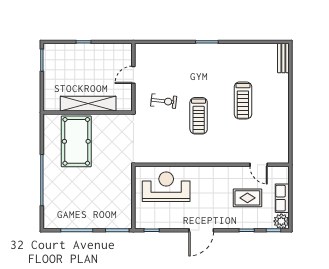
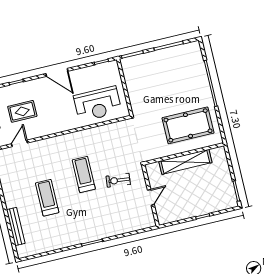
bench: (283, 58) -> (16, 227), moved, width x1.36
pool table: (76, 141) -> (188, 125), turned 90
door: (259, 165) -> (19, 143), hinge flipped
door: (201, 230) -> (57, 72), swing flipped

